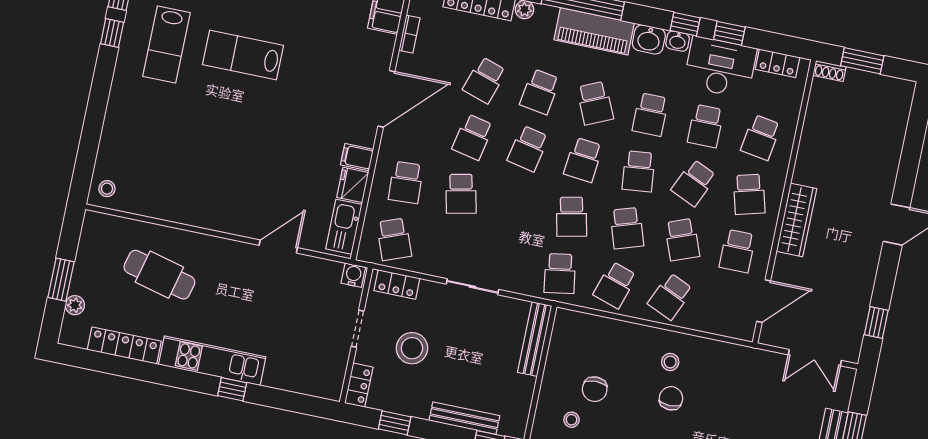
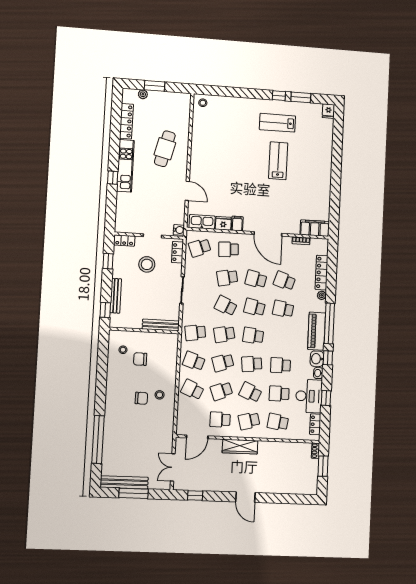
window: (685, 24) -> (328, 358), moved
school desk: (595, 103) -> (226, 306), moved, turned 48
cafe table: (159, 275) -> (165, 149), moved
door: (764, 301) -> (197, 437), hinge flipped

